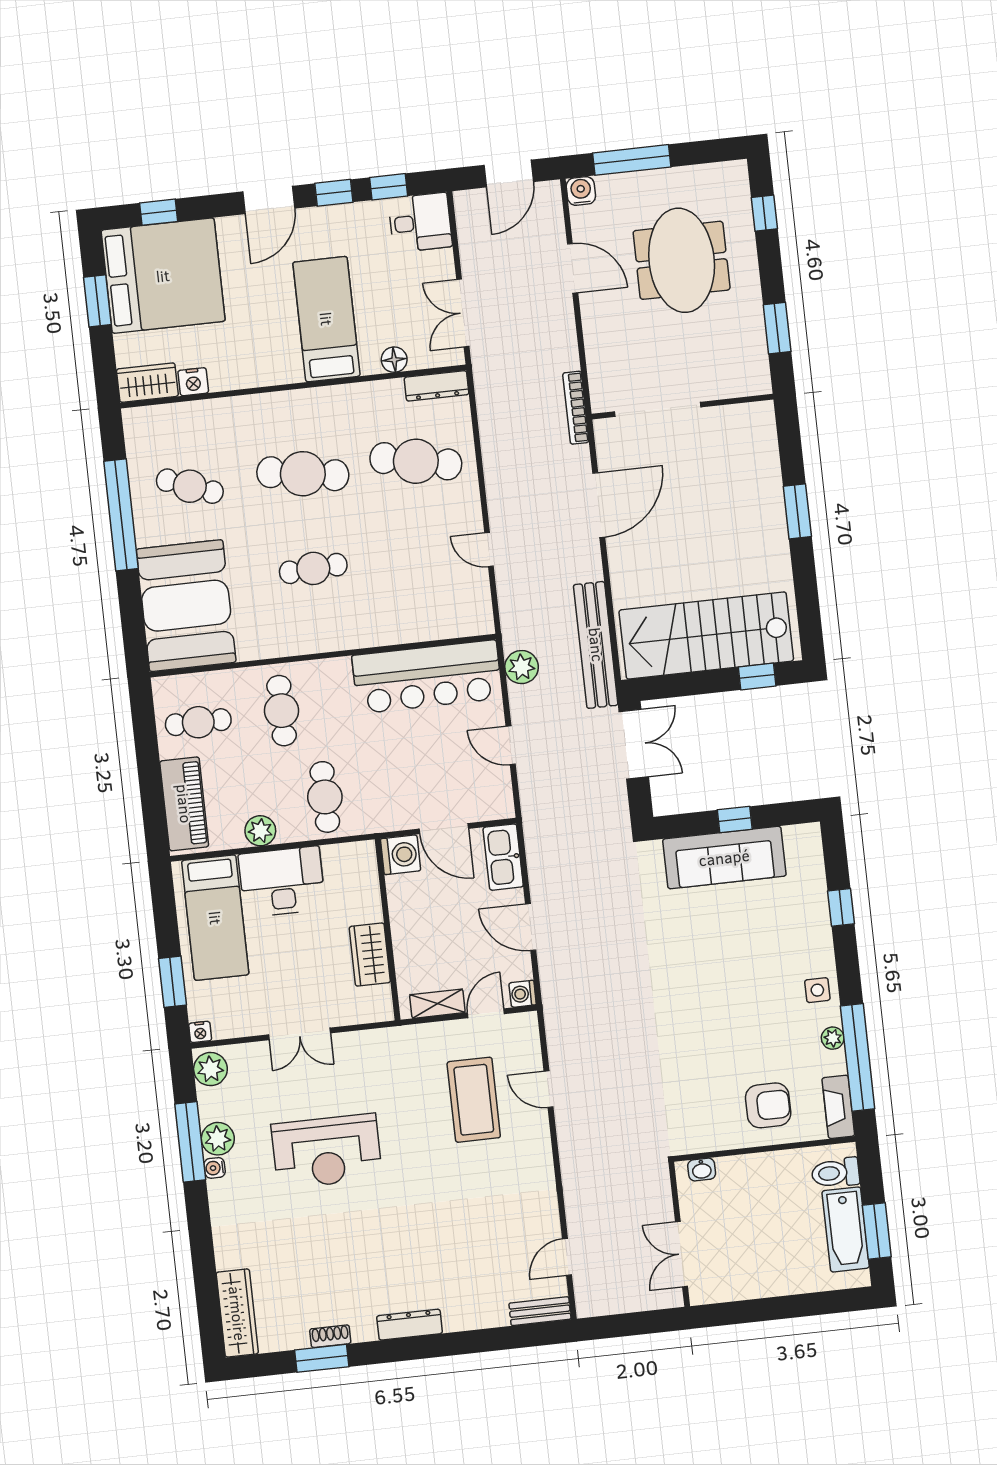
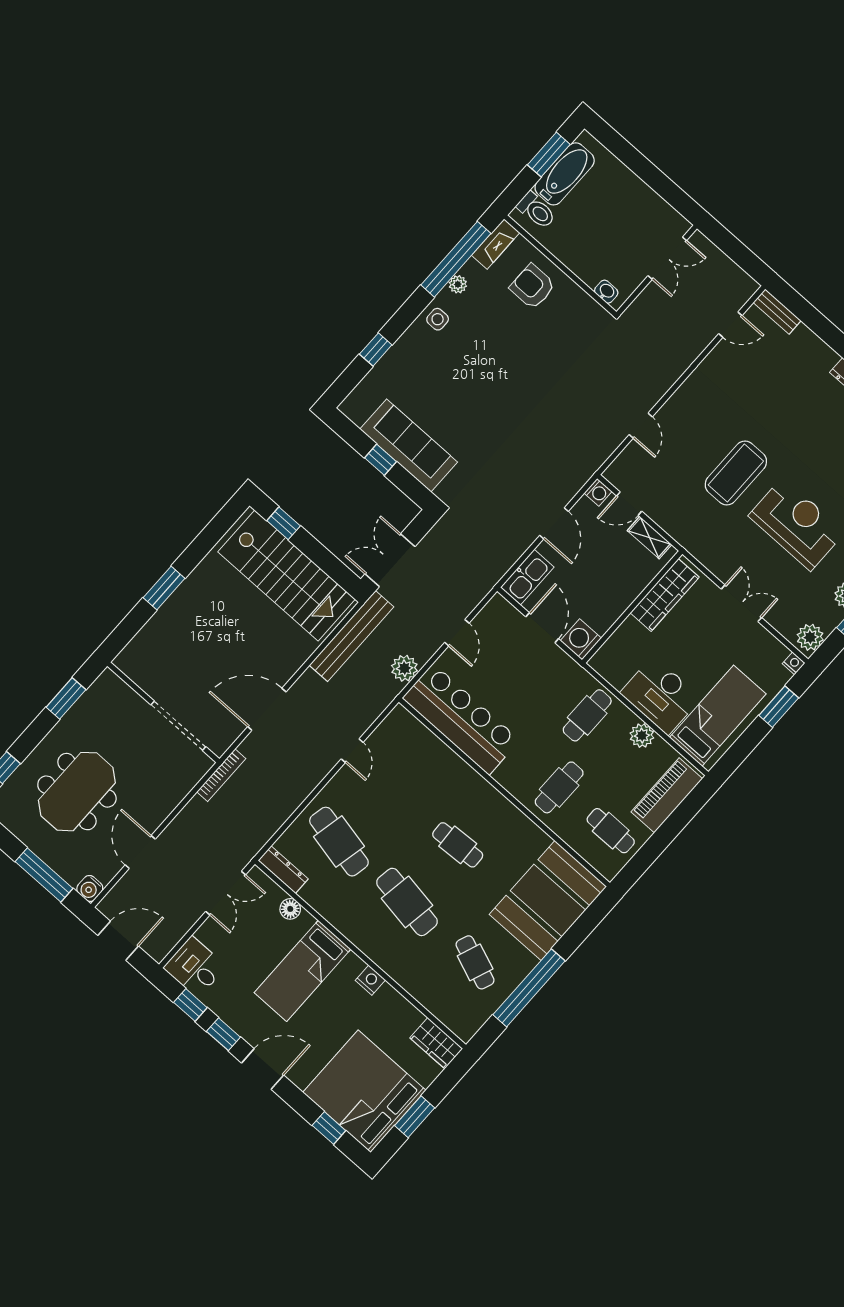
nightstand: (193, 382) -> (370, 980), moved
wardrobe: (370, 955) -> (665, 595), width x1.50
coffee table: (474, 1100) -> (736, 473), moved

